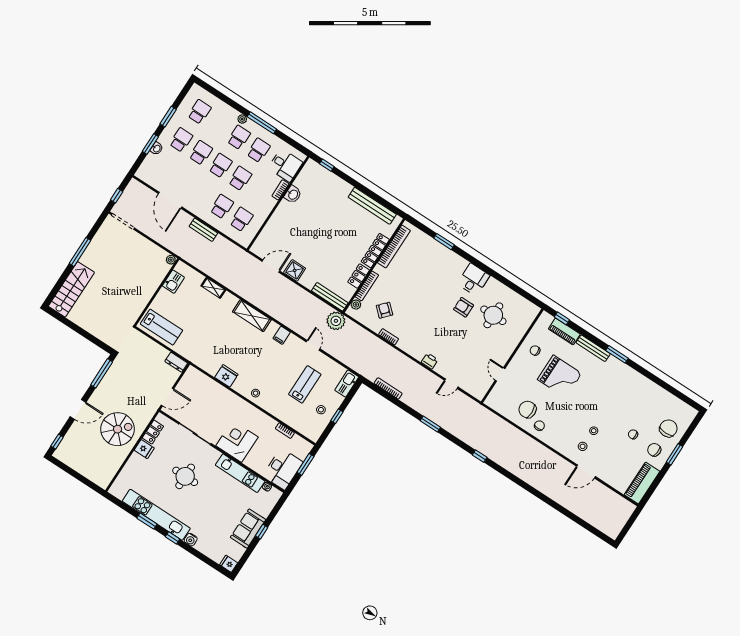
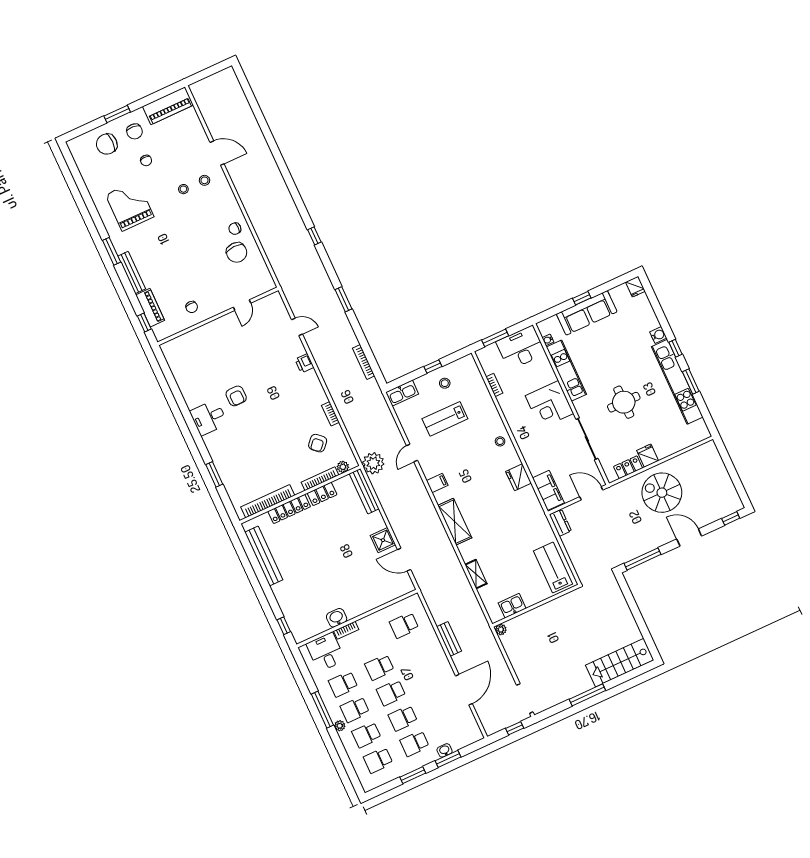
school desk: (222, 207) -> (366, 735), moved
round table: (493, 315) -> (211, 369), removed
grand piano: (560, 376) -> (130, 206), moved
filing cabinet: (199, 380) -> (548, 490), added
sofa: (248, 529) -> (587, 313), width x1.36

